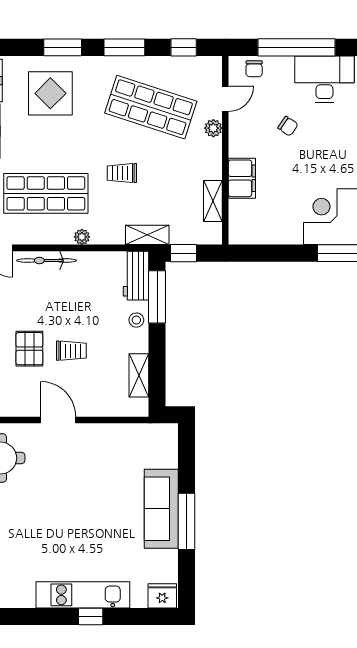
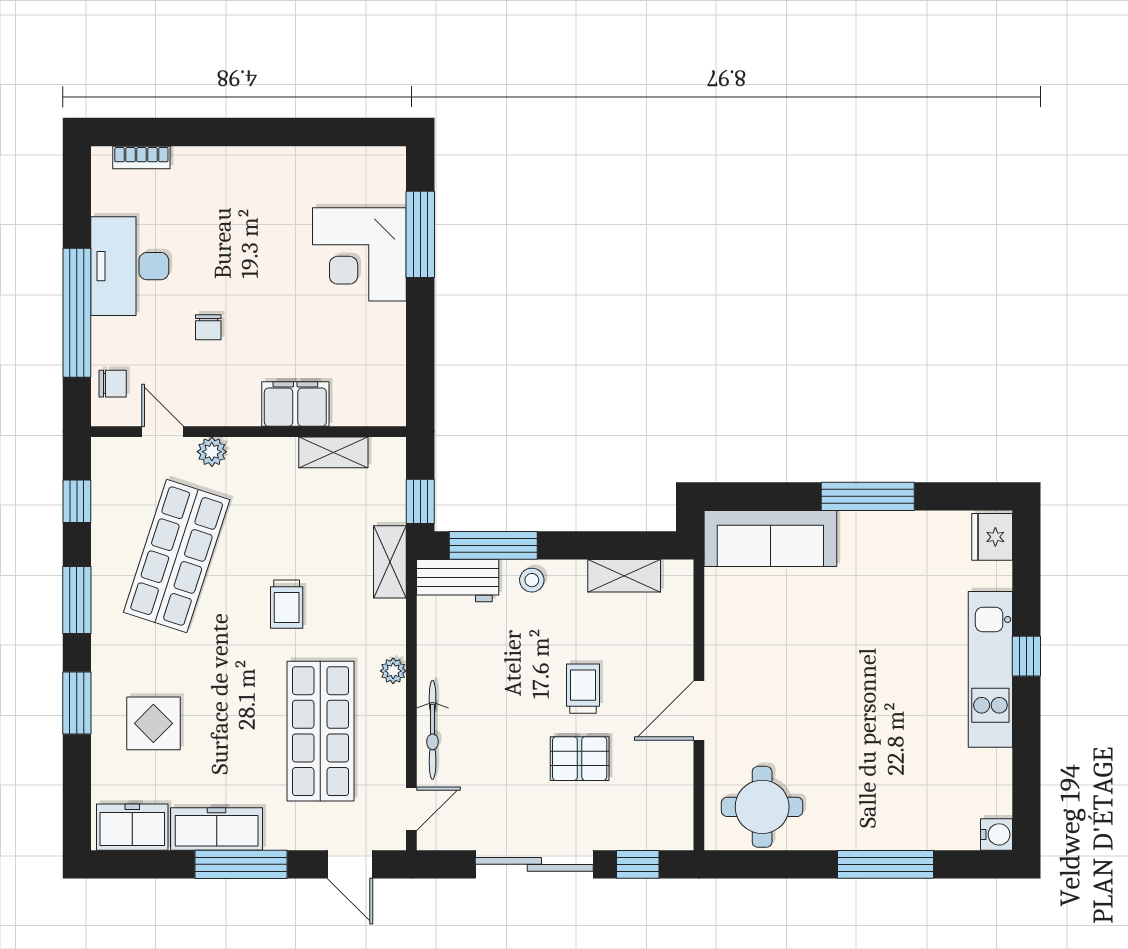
display table: (50, 93) -> (153, 723), width x0.73, depth x0.73
chair: (288, 126) -> (208, 327), turned 146
sofa: (161, 509) -> (770, 539), moved

